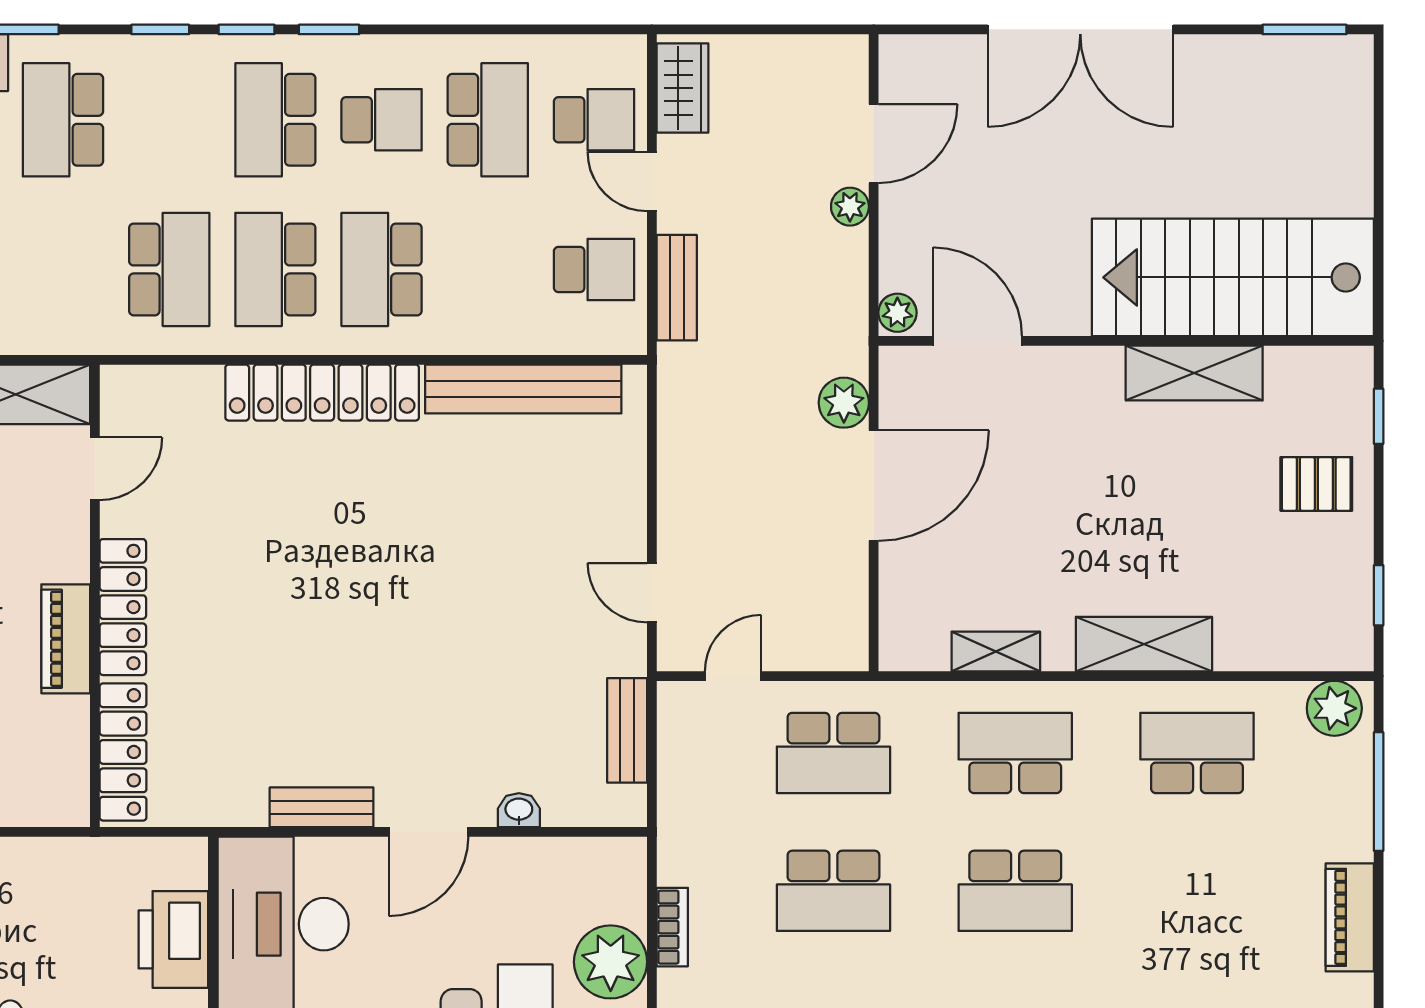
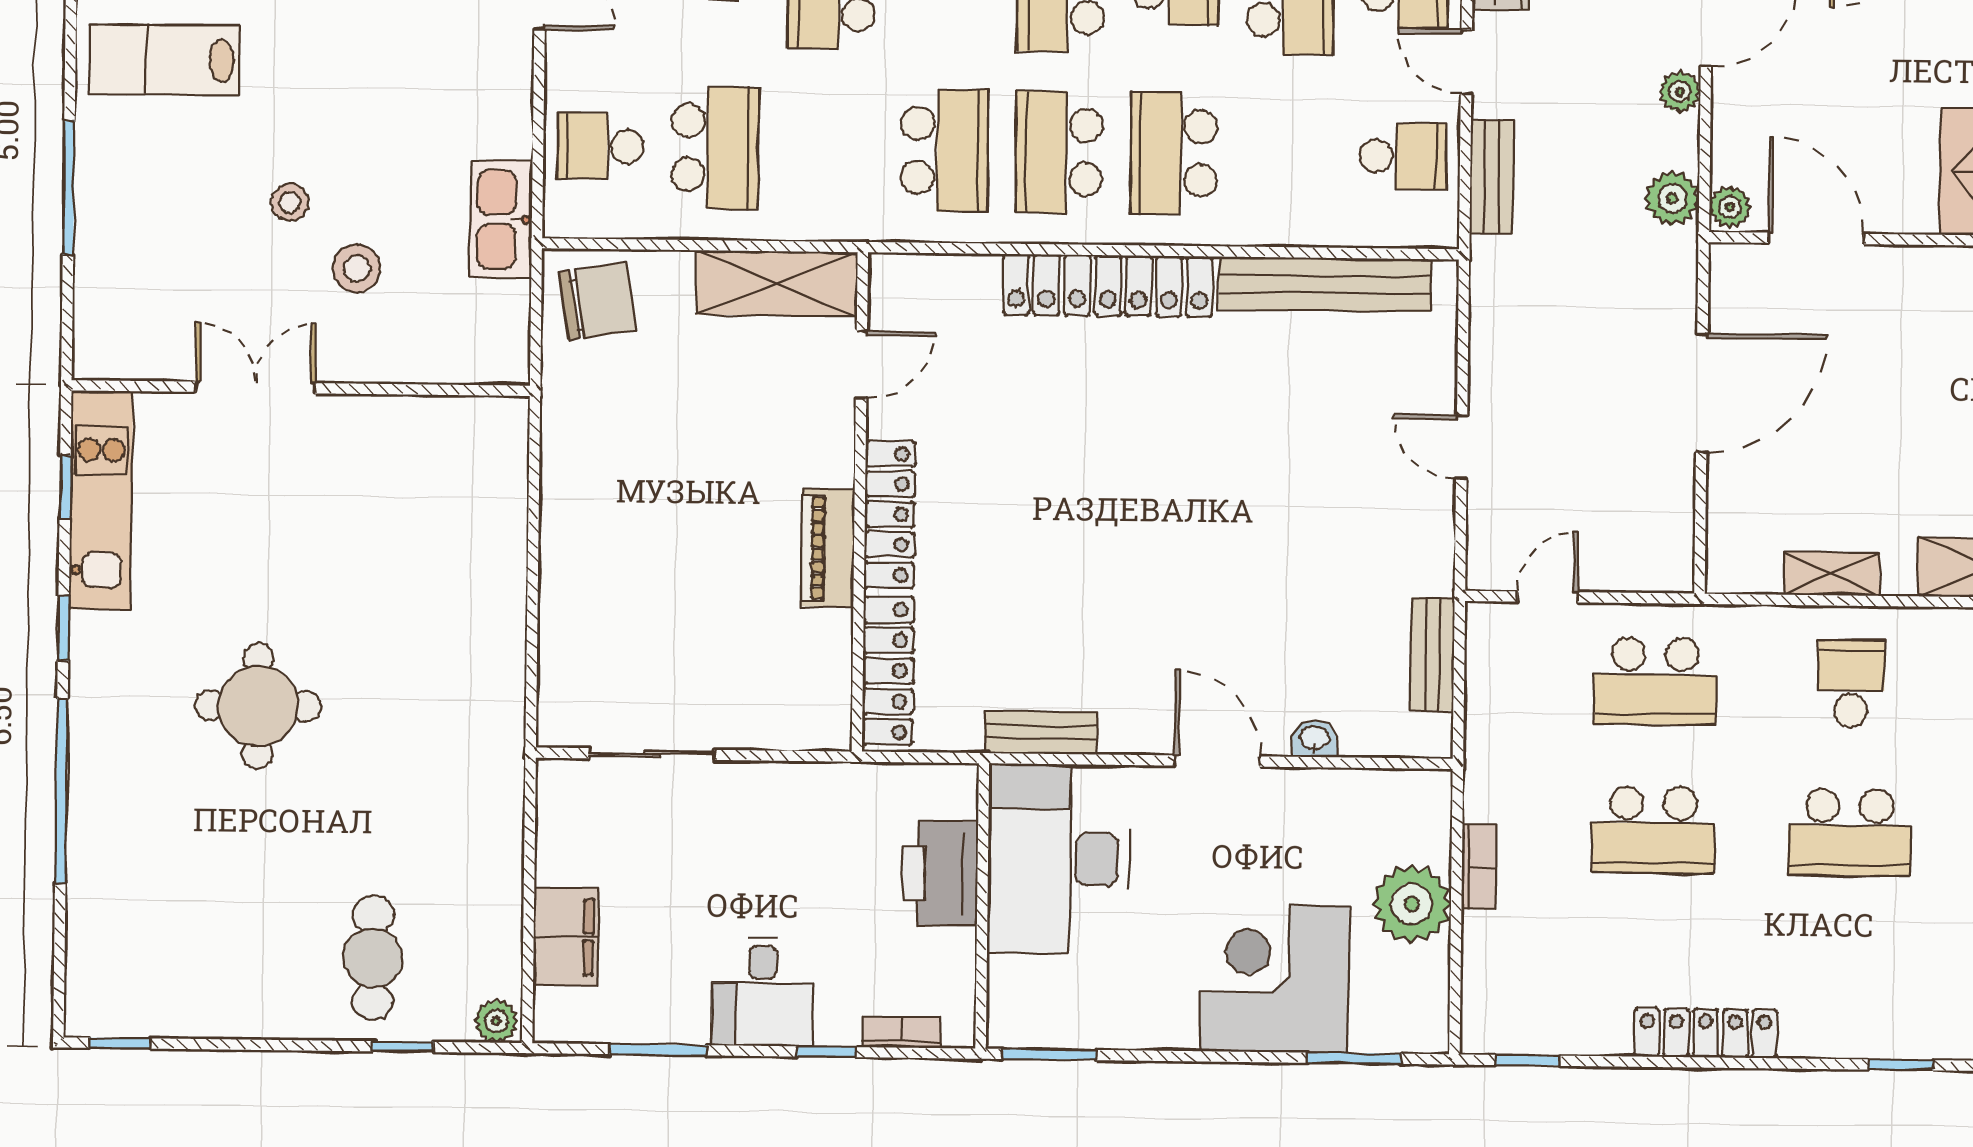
plant: (844, 403) -> (1672, 198), moved
door: (652, 593) -> (1462, 447), moved
school desk: (1015, 753) -> (1851, 684), width x0.54
bench: (322, 807) -> (1041, 732), moved
door: (429, 832) -> (1217, 761), swing flipped

